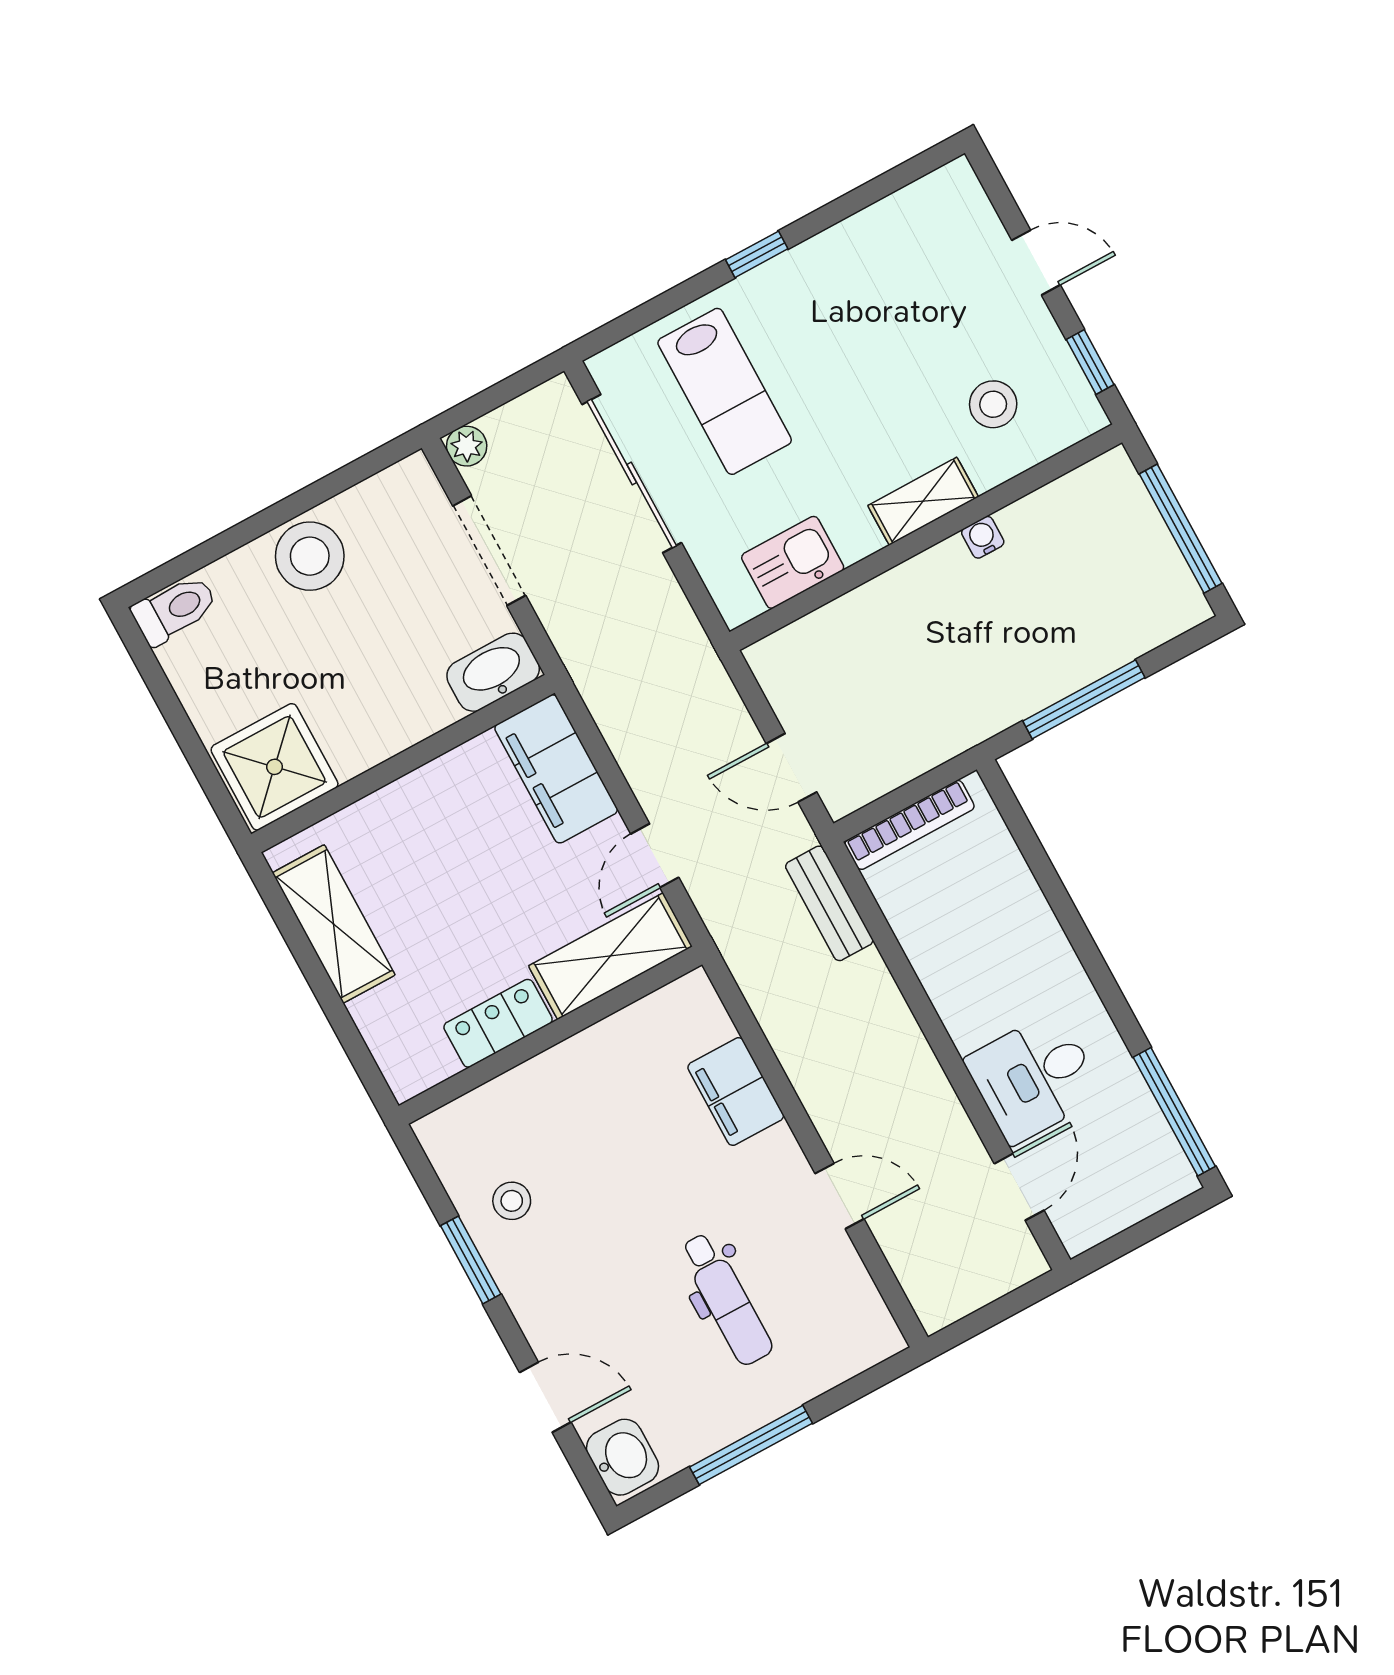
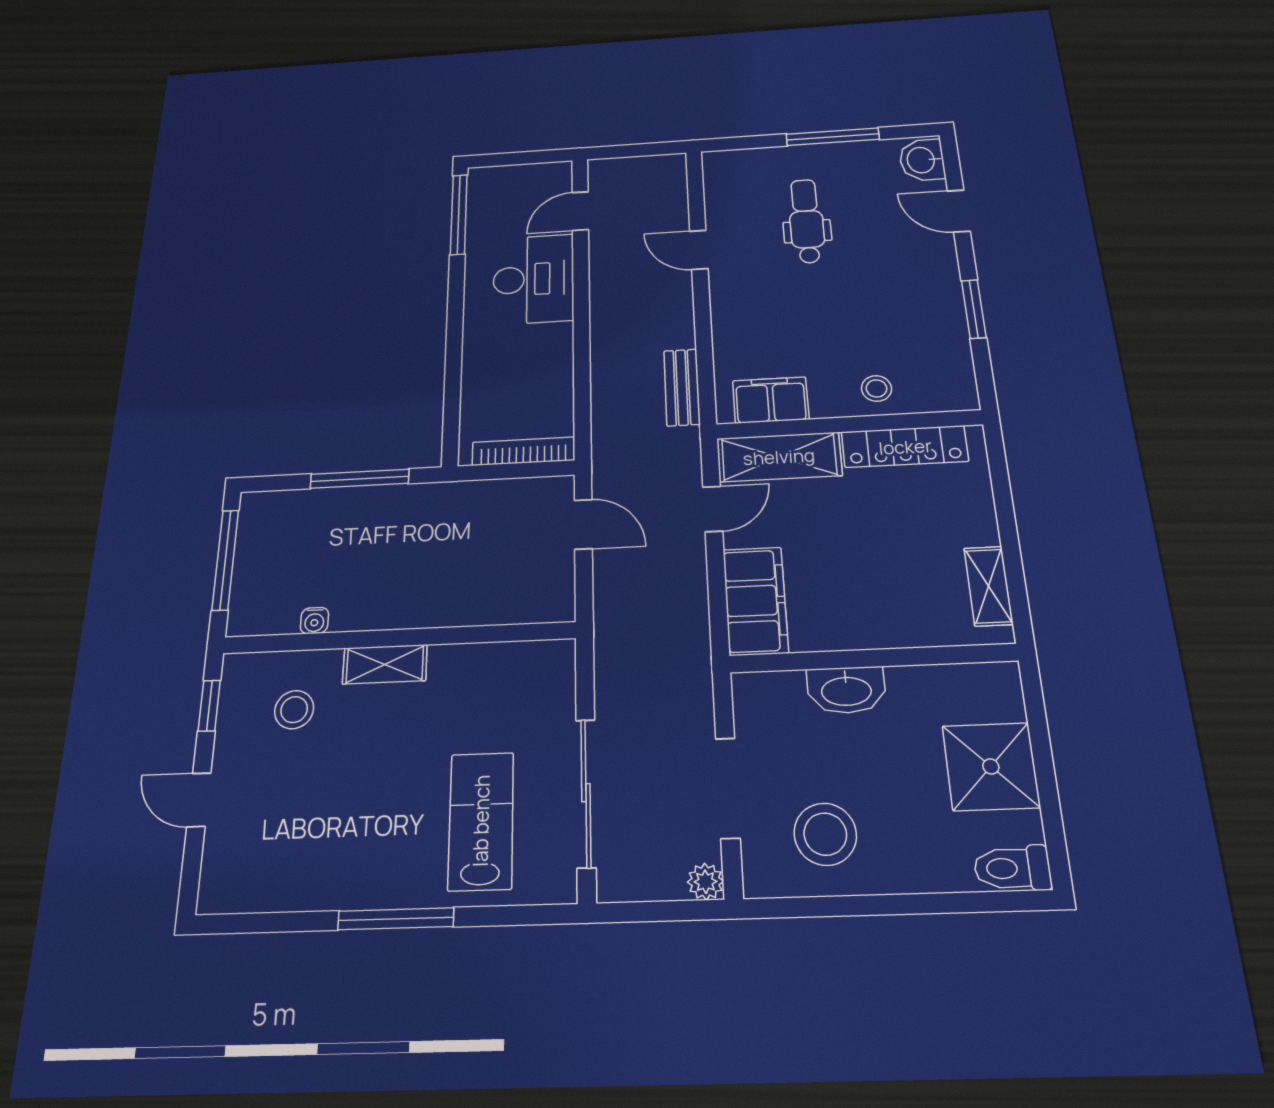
window: (757, 254) -> (396, 919), width x2.17
water cooler: (983, 537) -> (314, 621), moved
stool: (310, 556) -> (825, 834), moved
kitchen sink: (793, 562) -> (503, 666), removed
washbasin: (493, 672) -> (846, 690), moved
shower: (275, 767) -> (991, 766), moved
bench: (829, 903) -> (682, 387), moved
shelving: (334, 924) -> (988, 586), width x0.67, depth x0.75
locker: (498, 1023) -> (905, 447), width x1.53
desk: (1034, 1077) -> (533, 279), width x1.37
filing cabinet: (736, 1091) -> (771, 400), moved, turned -90
stool: (512, 1201) -> (877, 388), moved

